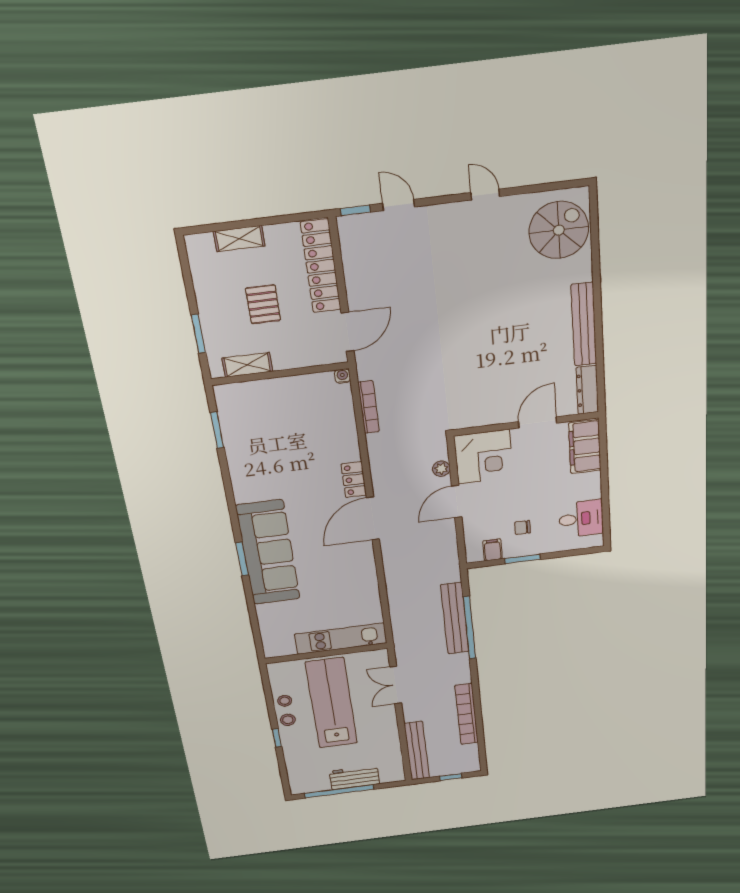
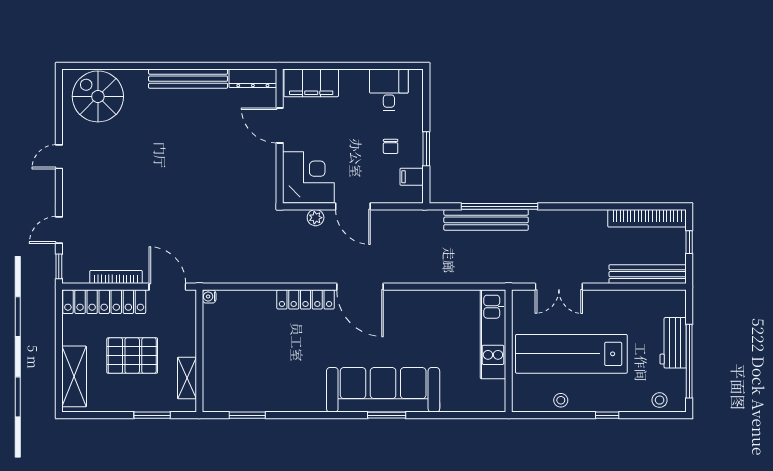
shelving: (239, 239) -> (74, 376), width x1.50, depth x1.33
pallet: (263, 304) -> (132, 356), width x1.50, depth x1.42
bookcase: (369, 407) -> (116, 277), moved
locker: (354, 480) -> (306, 299), width x1.53
bookcase: (467, 714) -> (647, 218), moved
stool: (288, 720) -> (660, 400), moved

